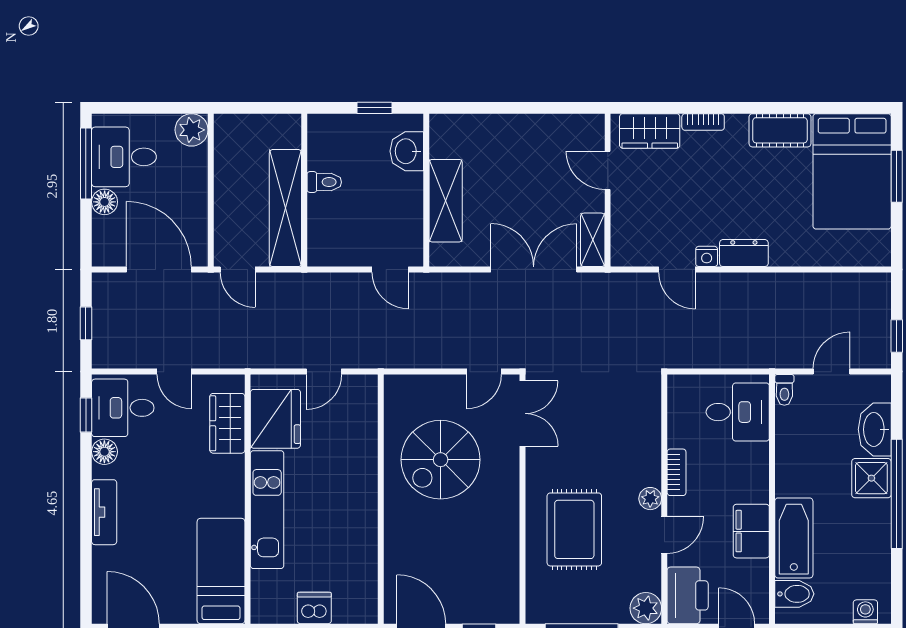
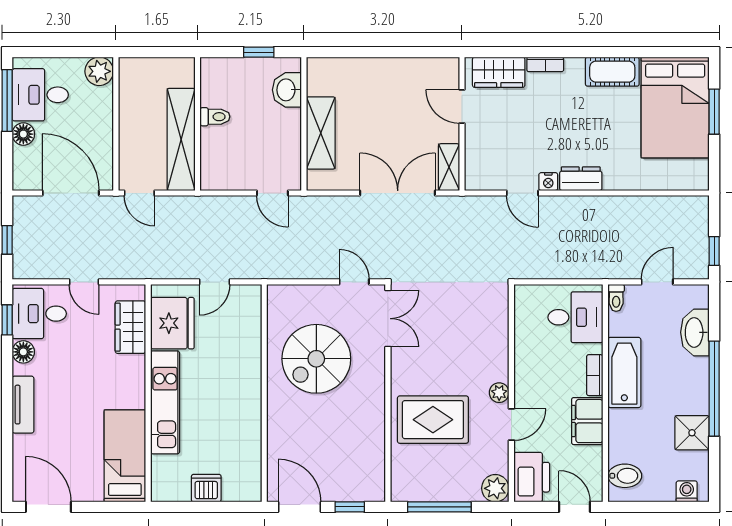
door: (484, 372) -> (354, 282), swing flipped
bookcase: (677, 472) -> (595, 375), moved, turned 180
shower: (871, 478) -> (692, 433), moved
rug: (574, 529) -> (433, 420), turned 90
bathtub: (794, 538) -> (624, 372), moved

